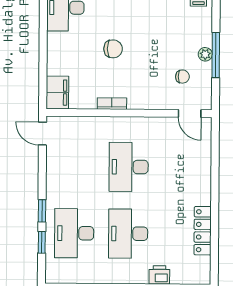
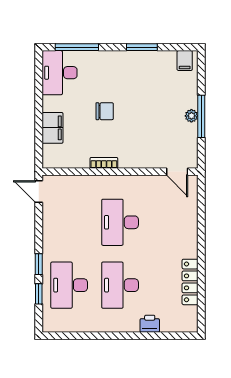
chair: (182, 77) -> (170, 137), removed
filing cabinet: (57, 92) -> (52, 128), moved

